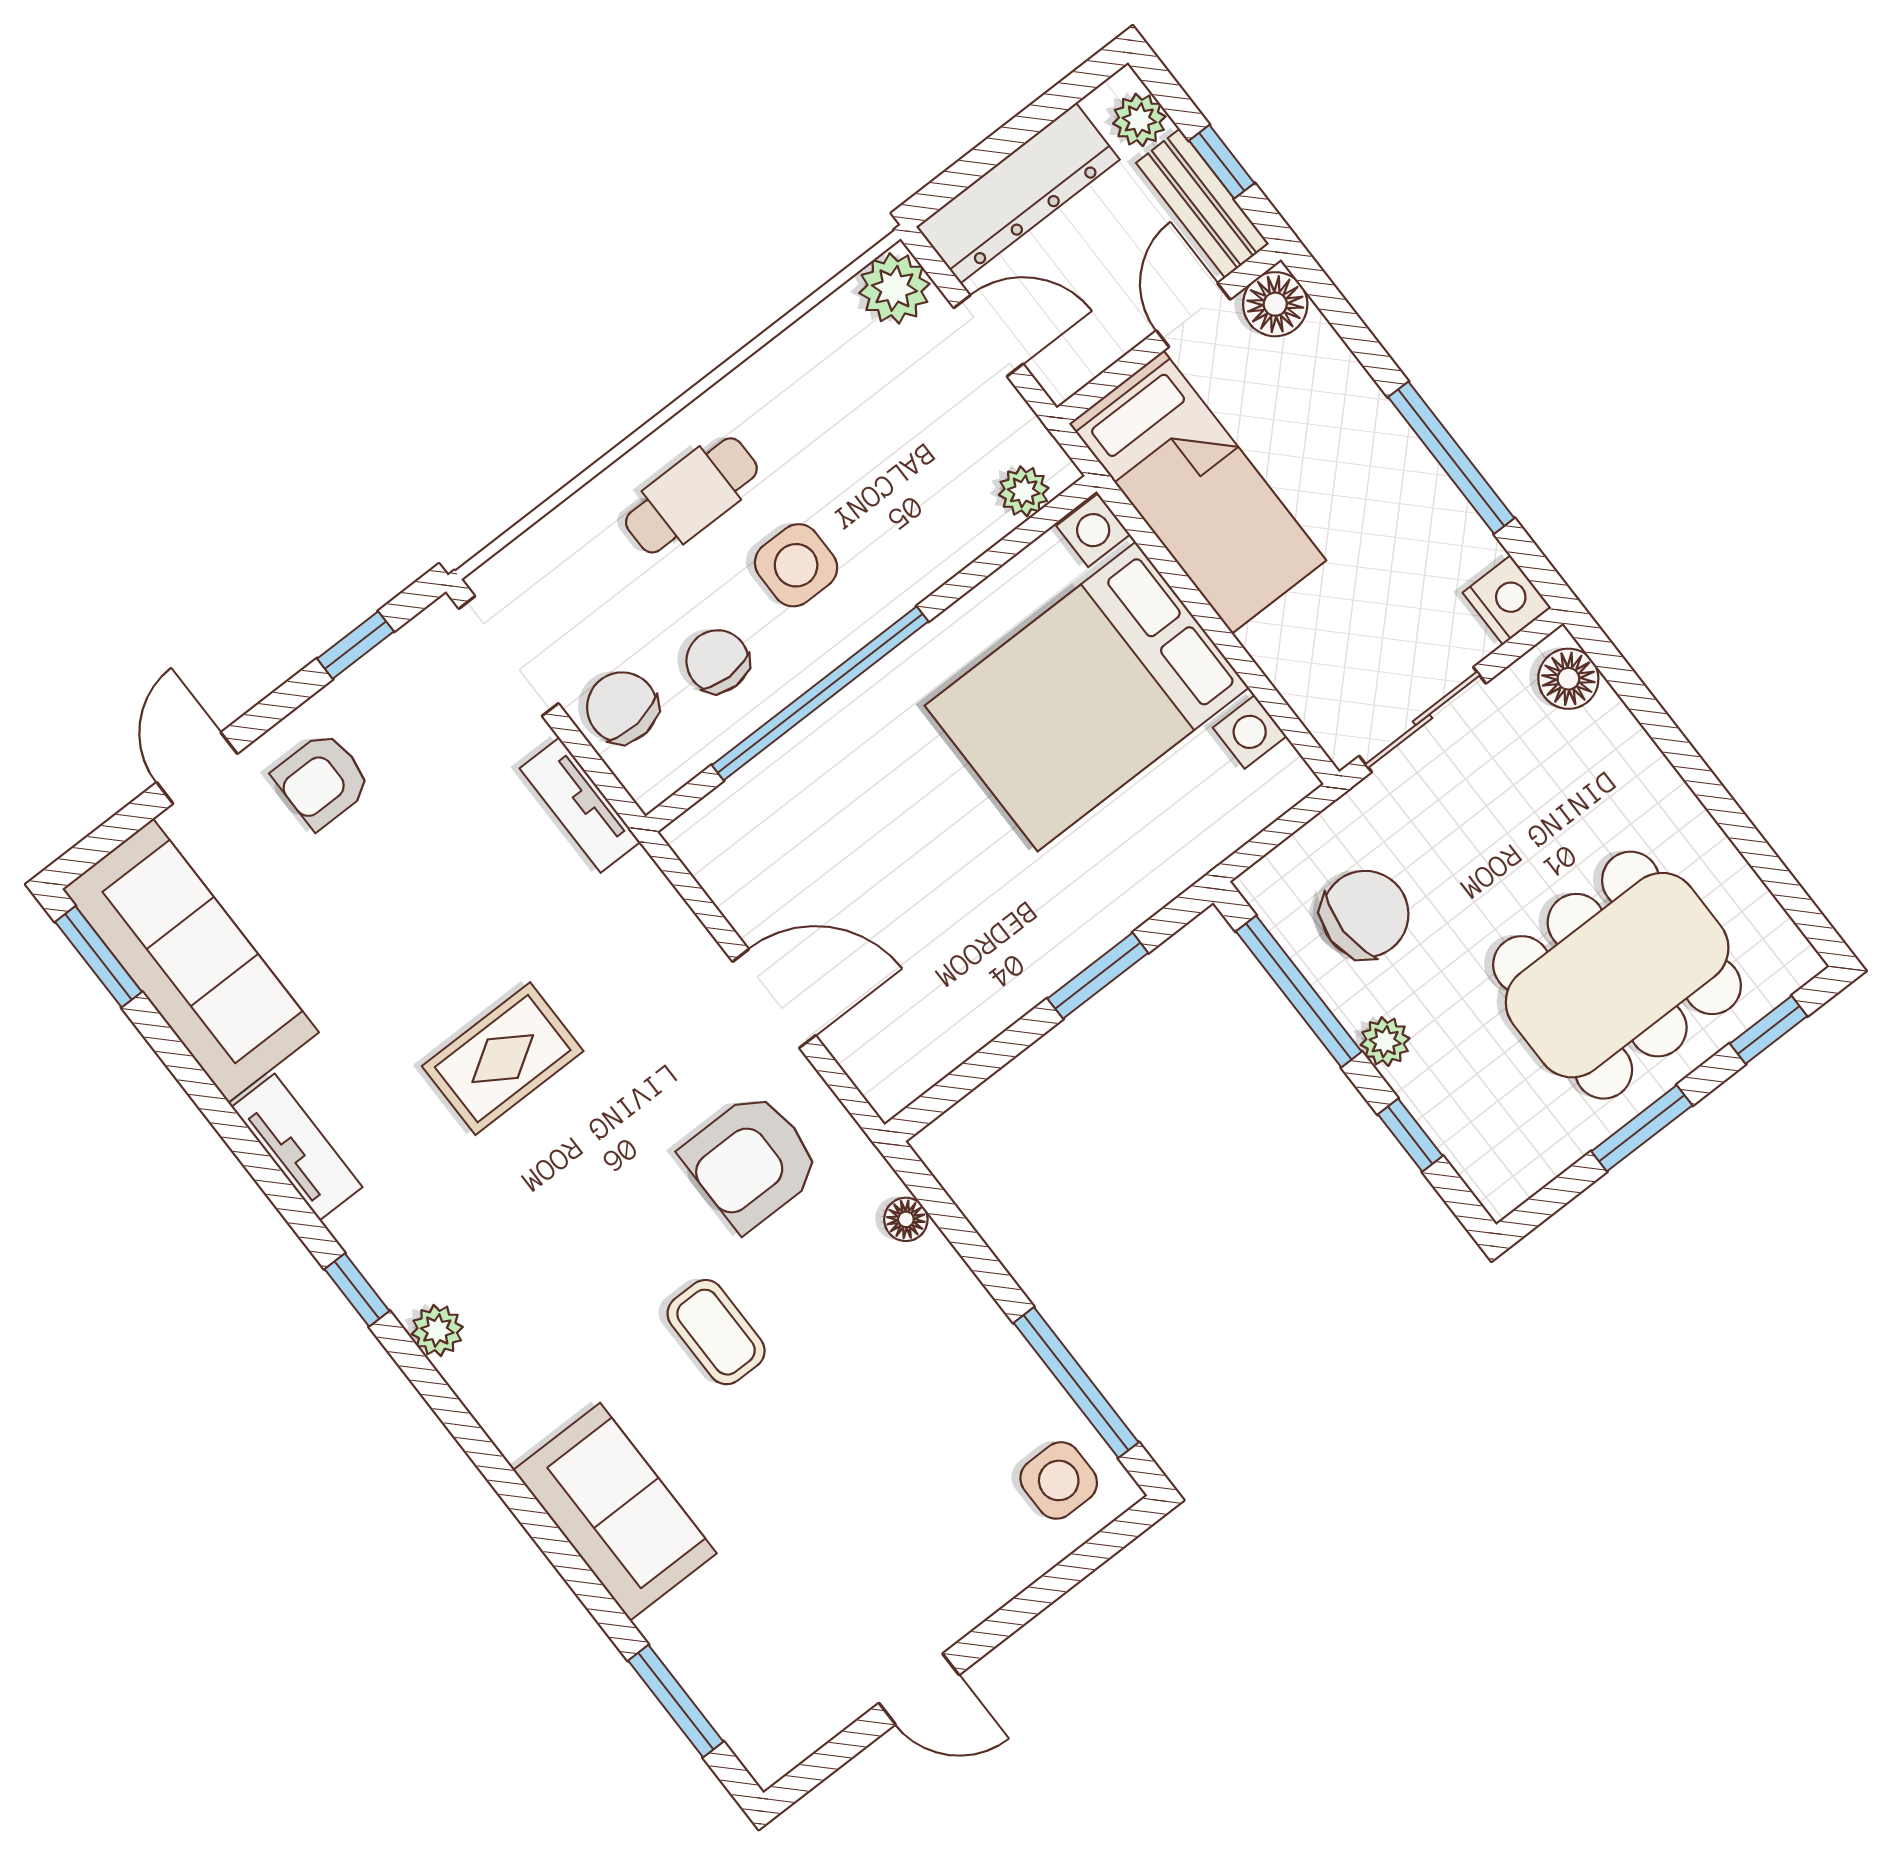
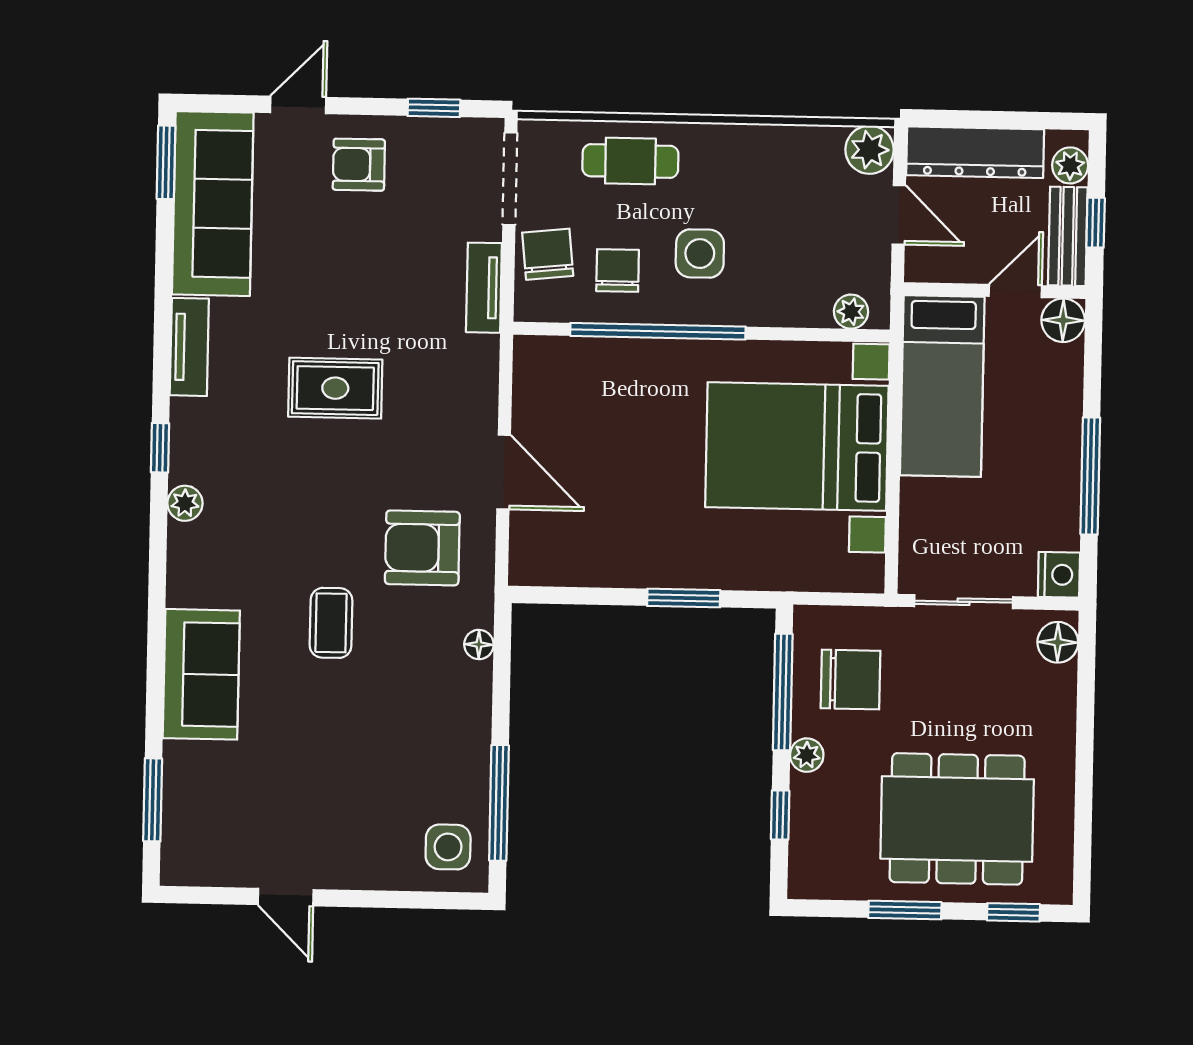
cafe table: (691, 495) -> (630, 161), moved

